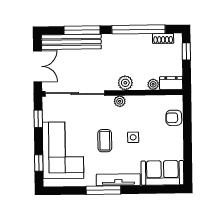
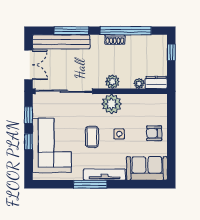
shoe rack: (163, 38) -> (115, 40), moved
plant: (120, 101) -> (111, 104), width x1.87, depth x1.87
armchair: (174, 118) -> (154, 133), moved
window: (39, 163) -> (28, 142), moved

